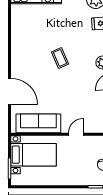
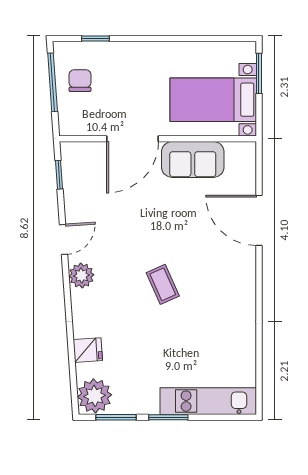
sofa: (38, 123) -> (193, 159), width x0.73
door: (76, 134) -> (133, 139), width x1.88

